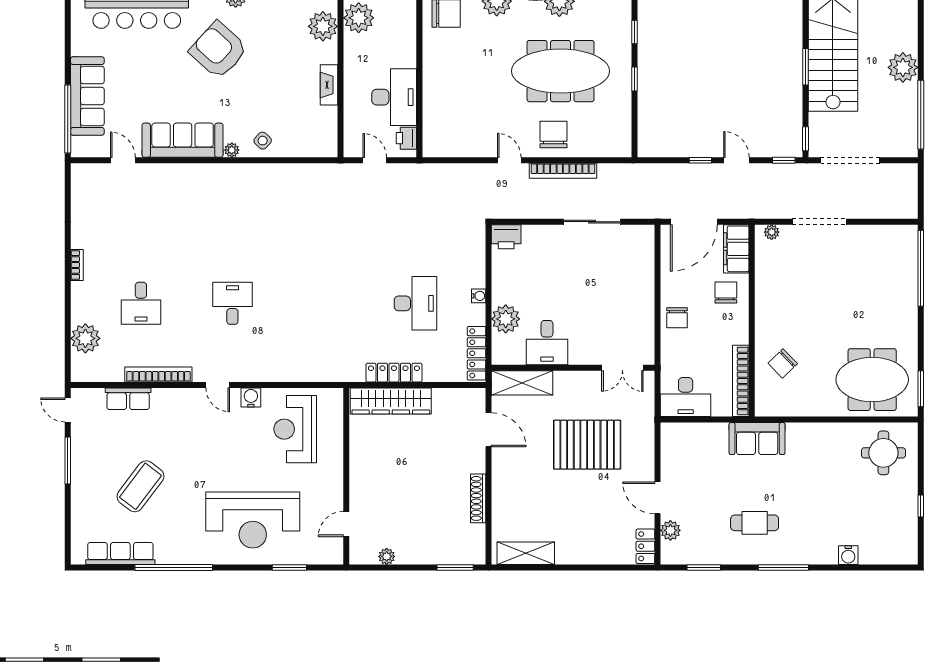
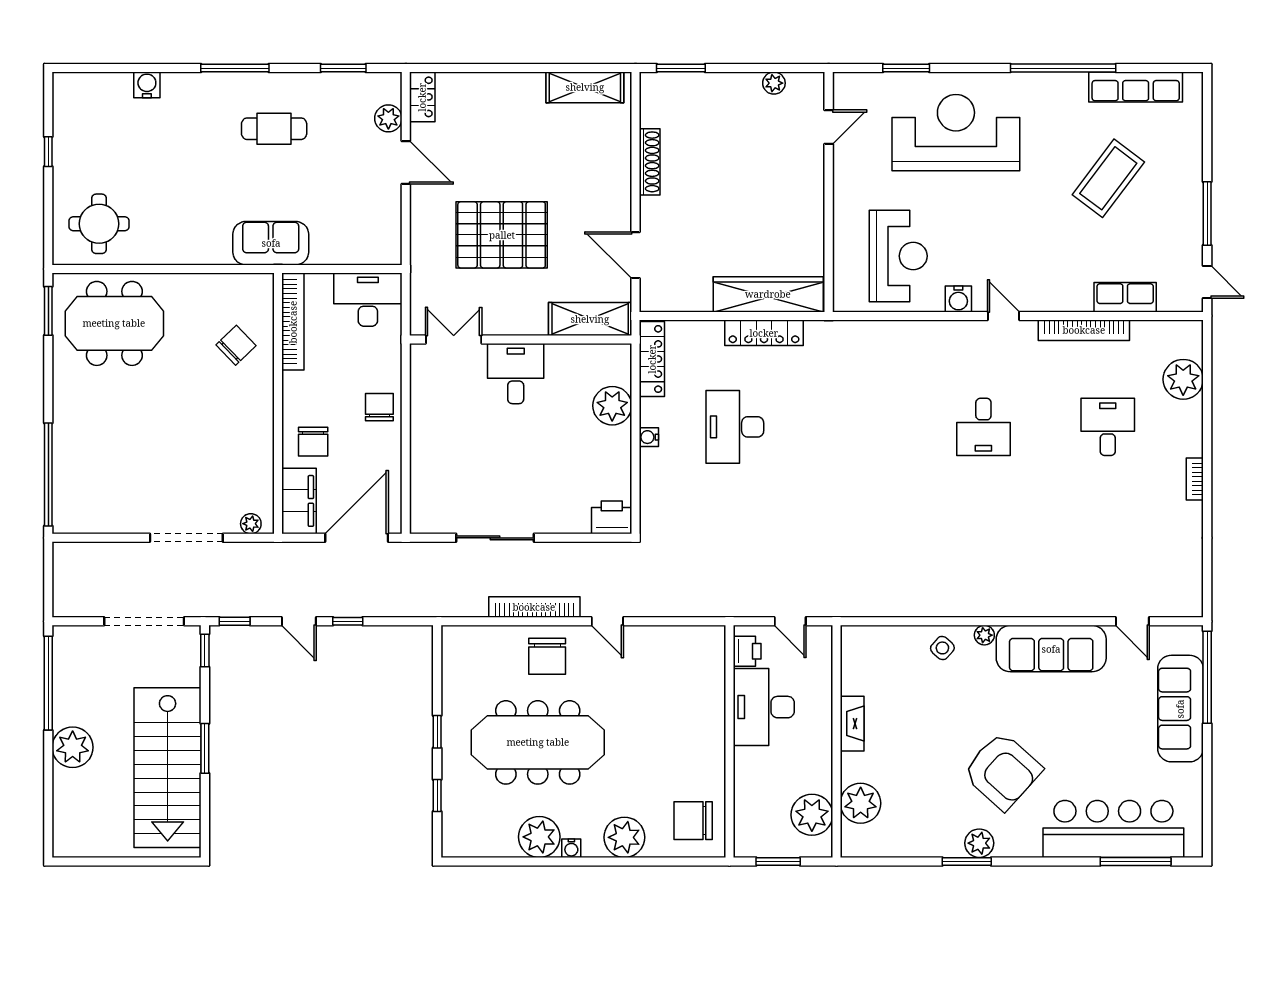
desk: (547, 343) -> (516, 374), moved

